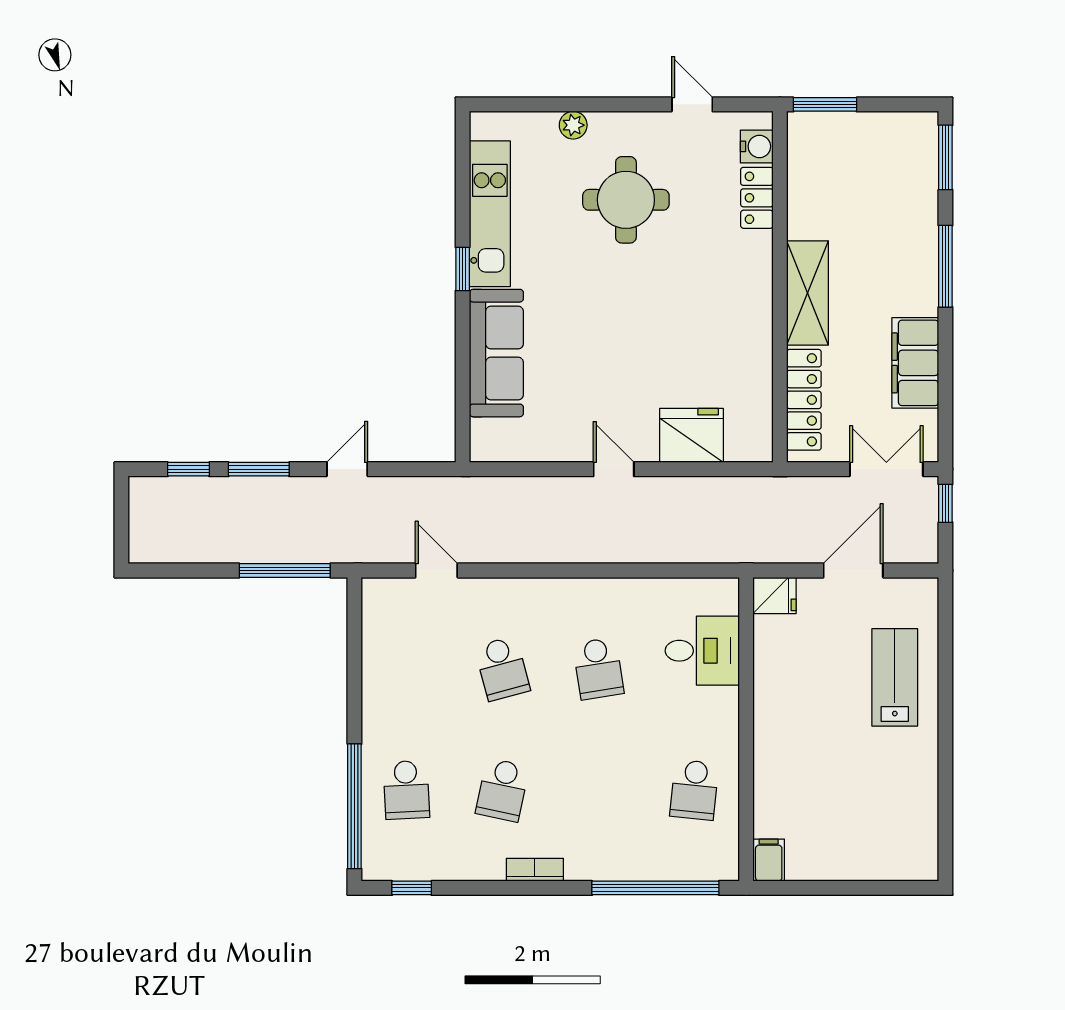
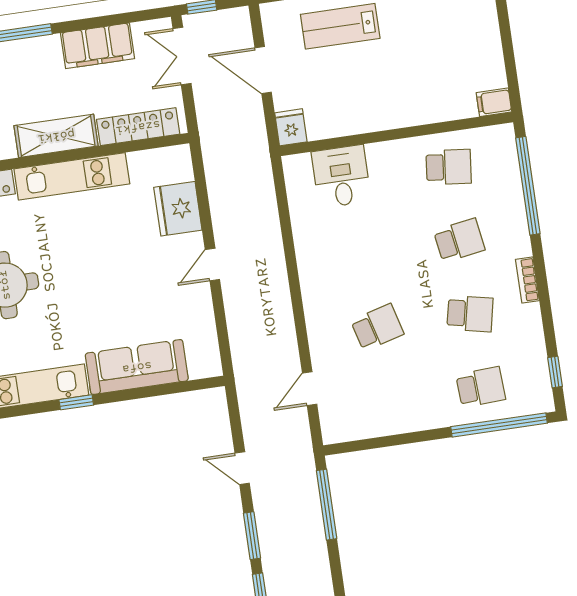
kitchen unit: (753, 306) -> (72, 176), added
school desk: (598, 669) -> (459, 240), moved

